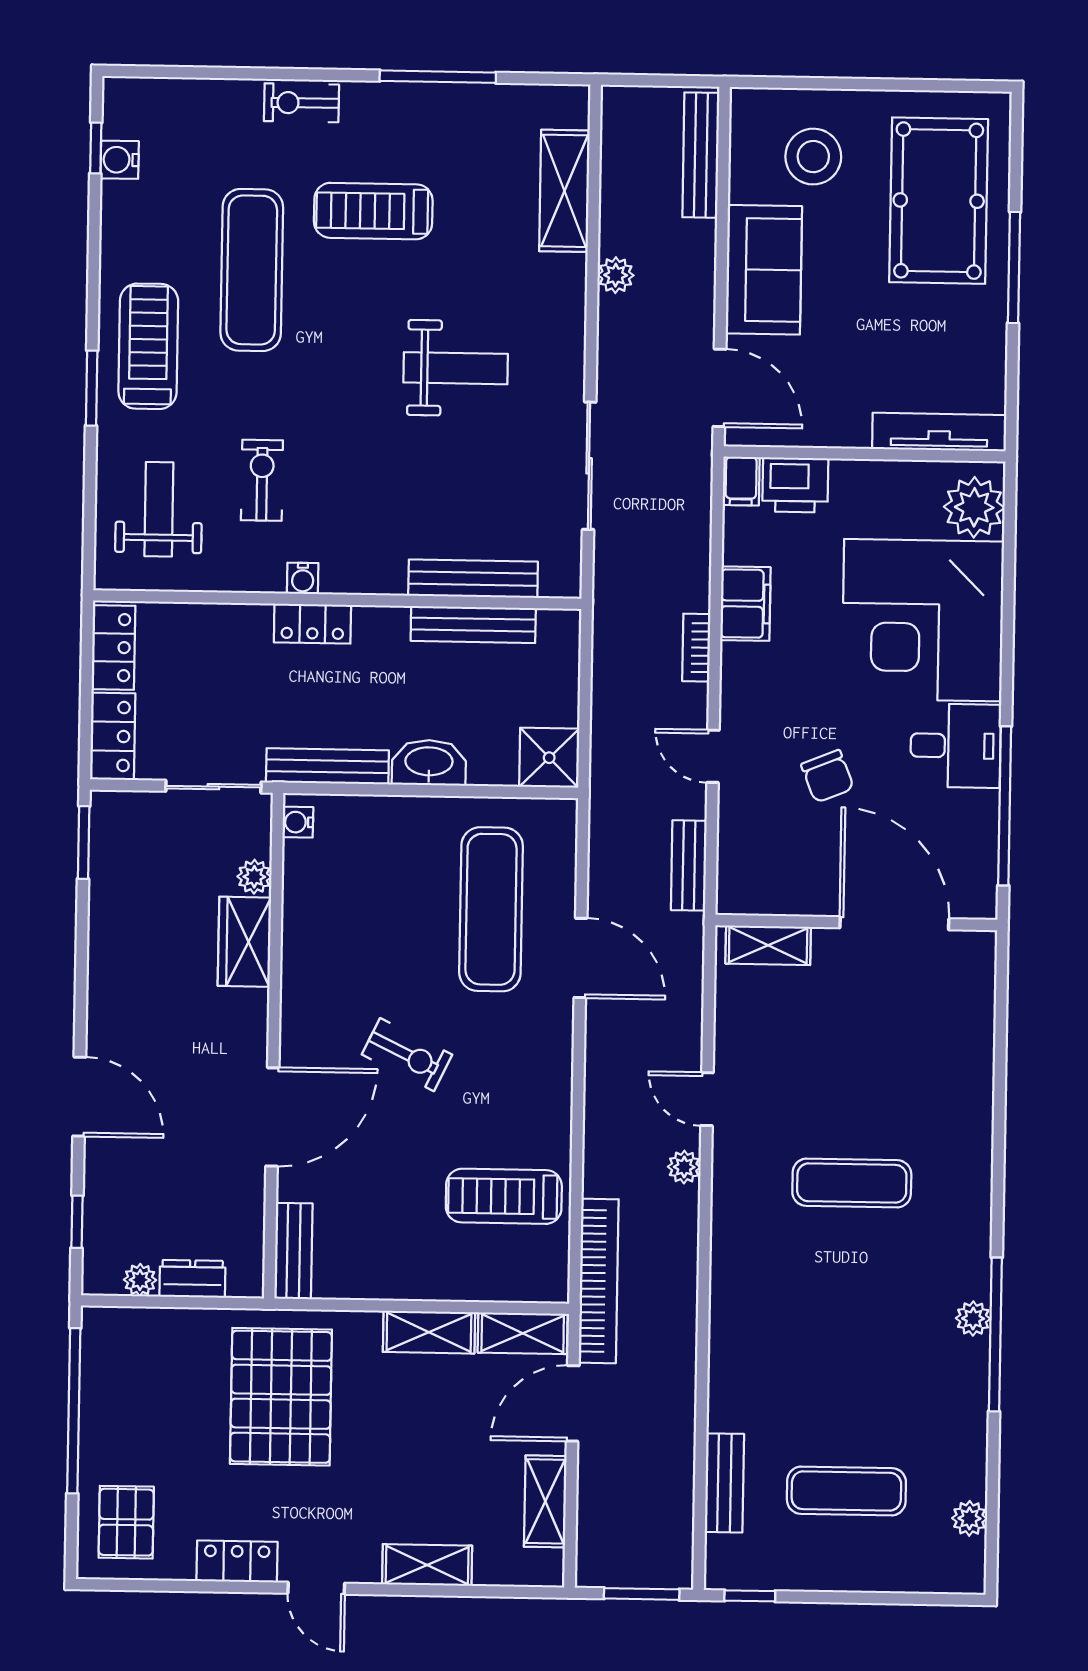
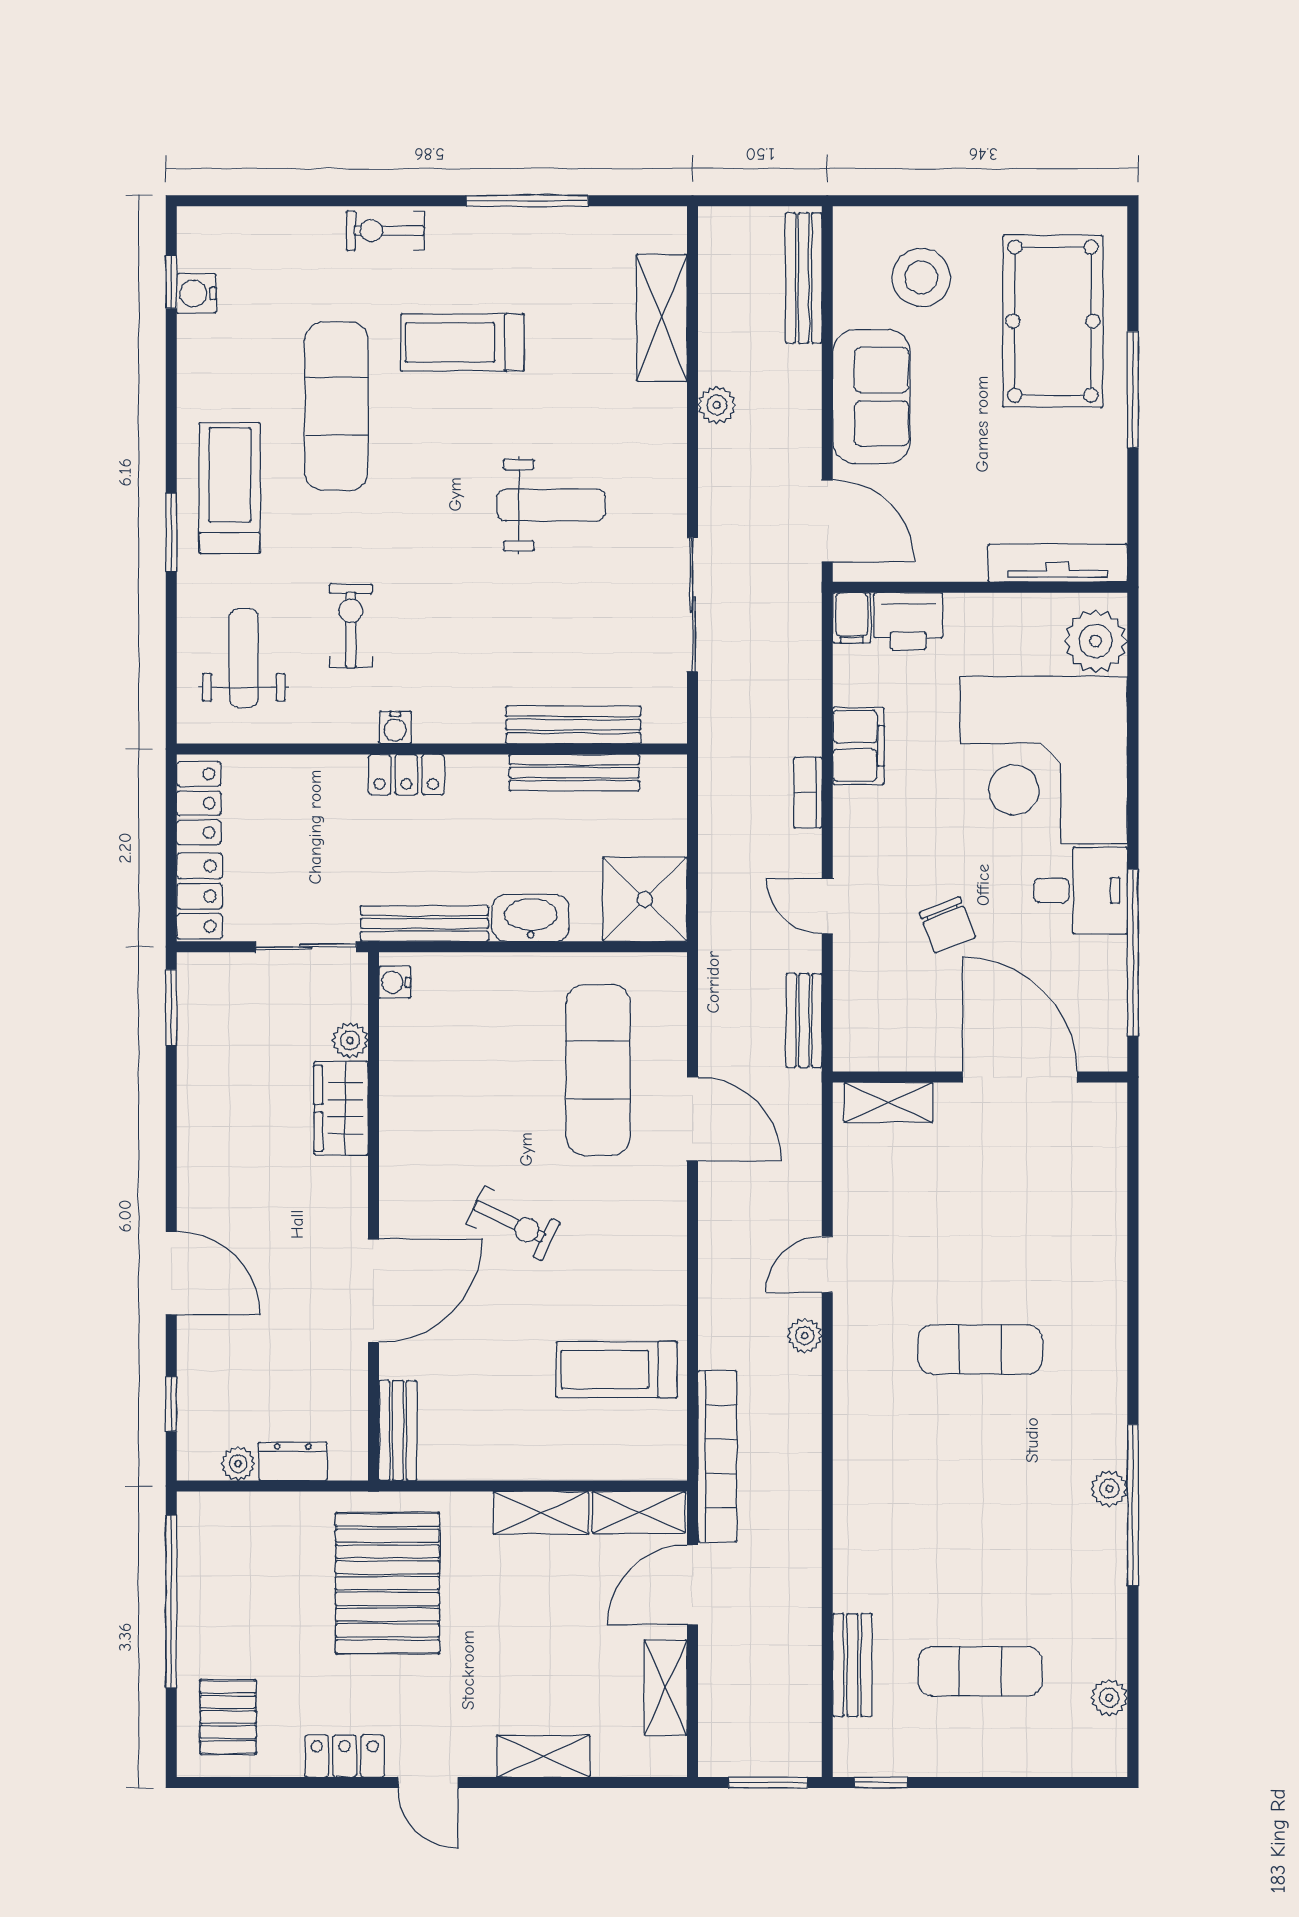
shower: (549, 758) -> (645, 899), width x1.36, depth x1.36
door: (707, 1099) -> (827, 1264), hinge flipped

